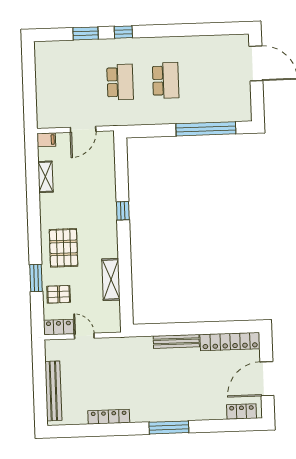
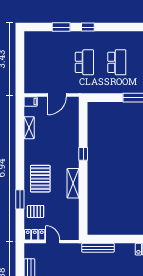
shelving: (111, 280) -> (73, 183), moved
bench: (176, 341) -> (98, 248), moved

